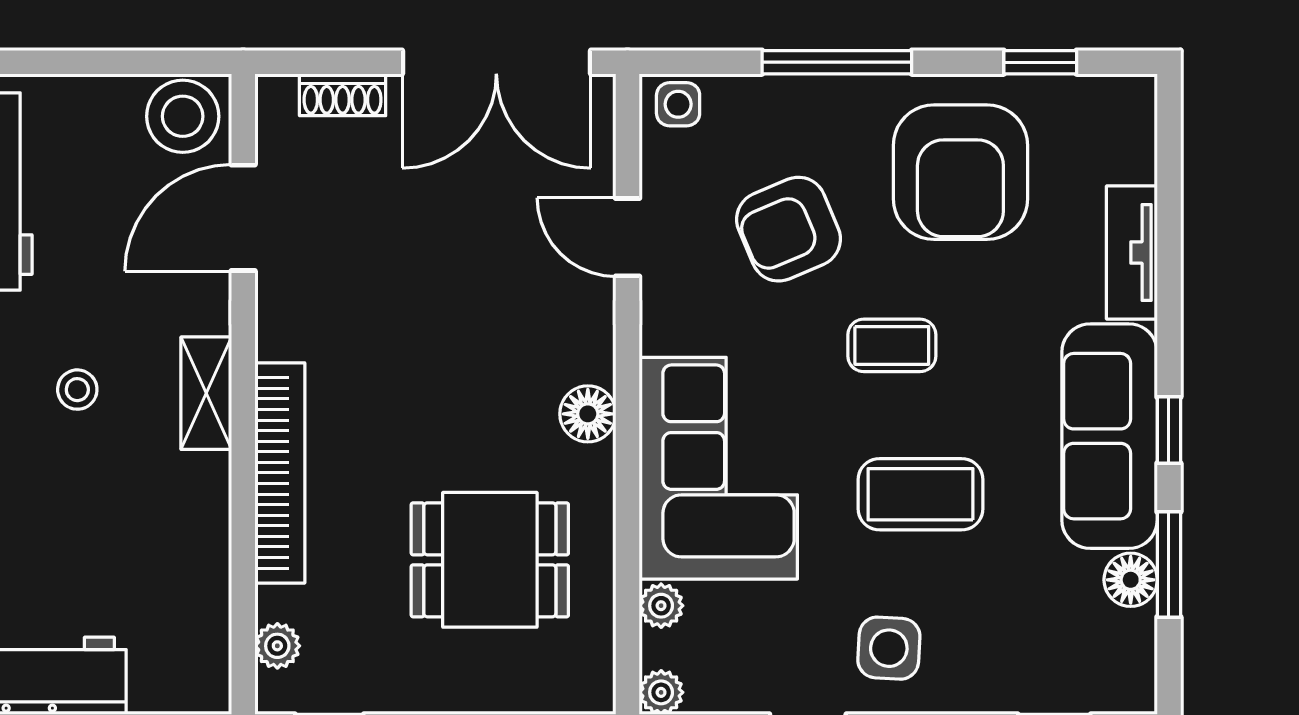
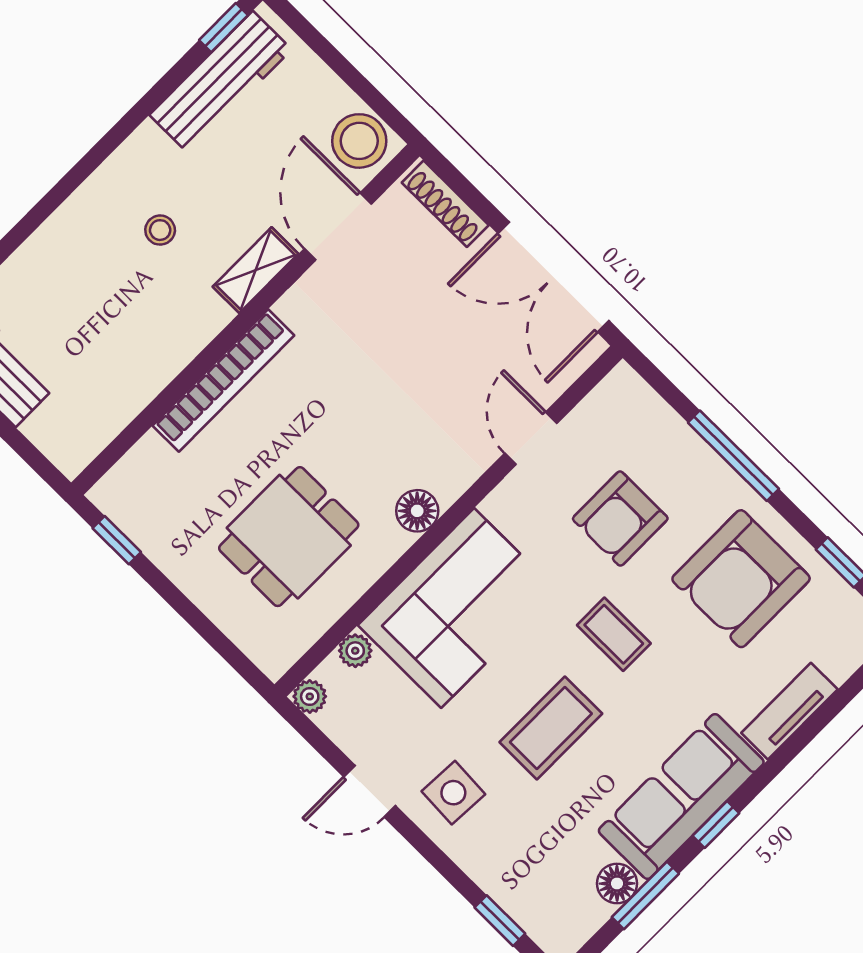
shoe rack: (343, 95) -> (445, 204), width x1.43
side table: (678, 104) -> (627, 395), removed
door: (243, 218) -> (338, 226), hinge flipped
armchair: (788, 229) -> (620, 519), turned -67
shelving: (206, 393) -> (256, 270), moved
coffee table: (921, 494) -> (551, 728), turned 90
dining table: (490, 560) -> (289, 537), turned 90
plant: (277, 646) -> (131, 470), removed

